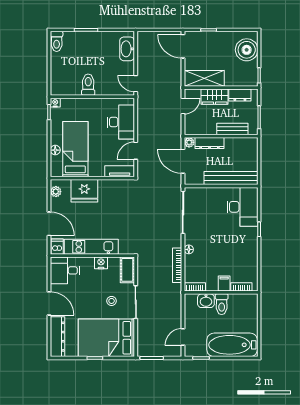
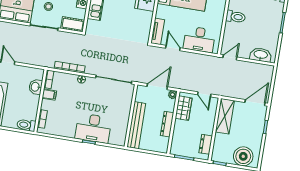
wardrobe: (215, 97) -> (184, 108), moved, turned 180
bench: (232, 129) -> (178, 133), removed
dresser: (210, 143) -> (167, 124), moved
desk: (242, 207) -> (93, 128), moved
filing cabinet: (224, 283) -> (49, 95), moved
toilet: (222, 304) -> (26, 125), moved

